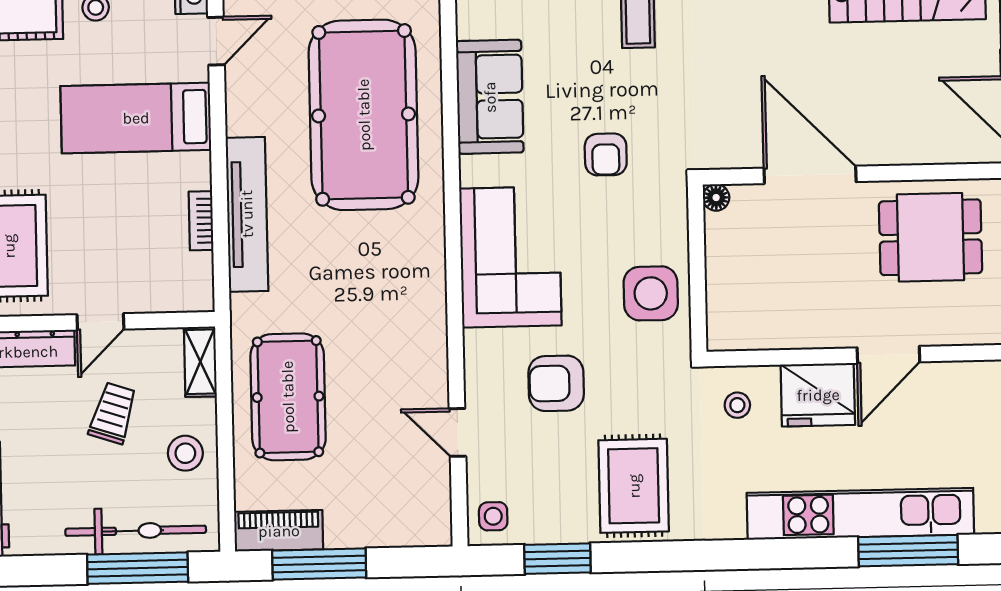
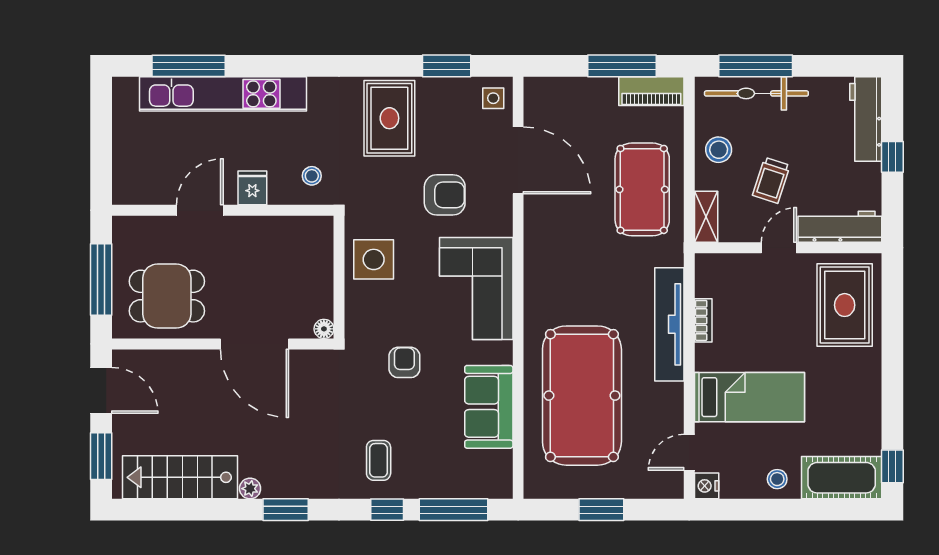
fridge: (818, 395) -> (252, 188), width x0.53, depth x0.75
door: (457, 432) -> (518, 160), width x1.88

